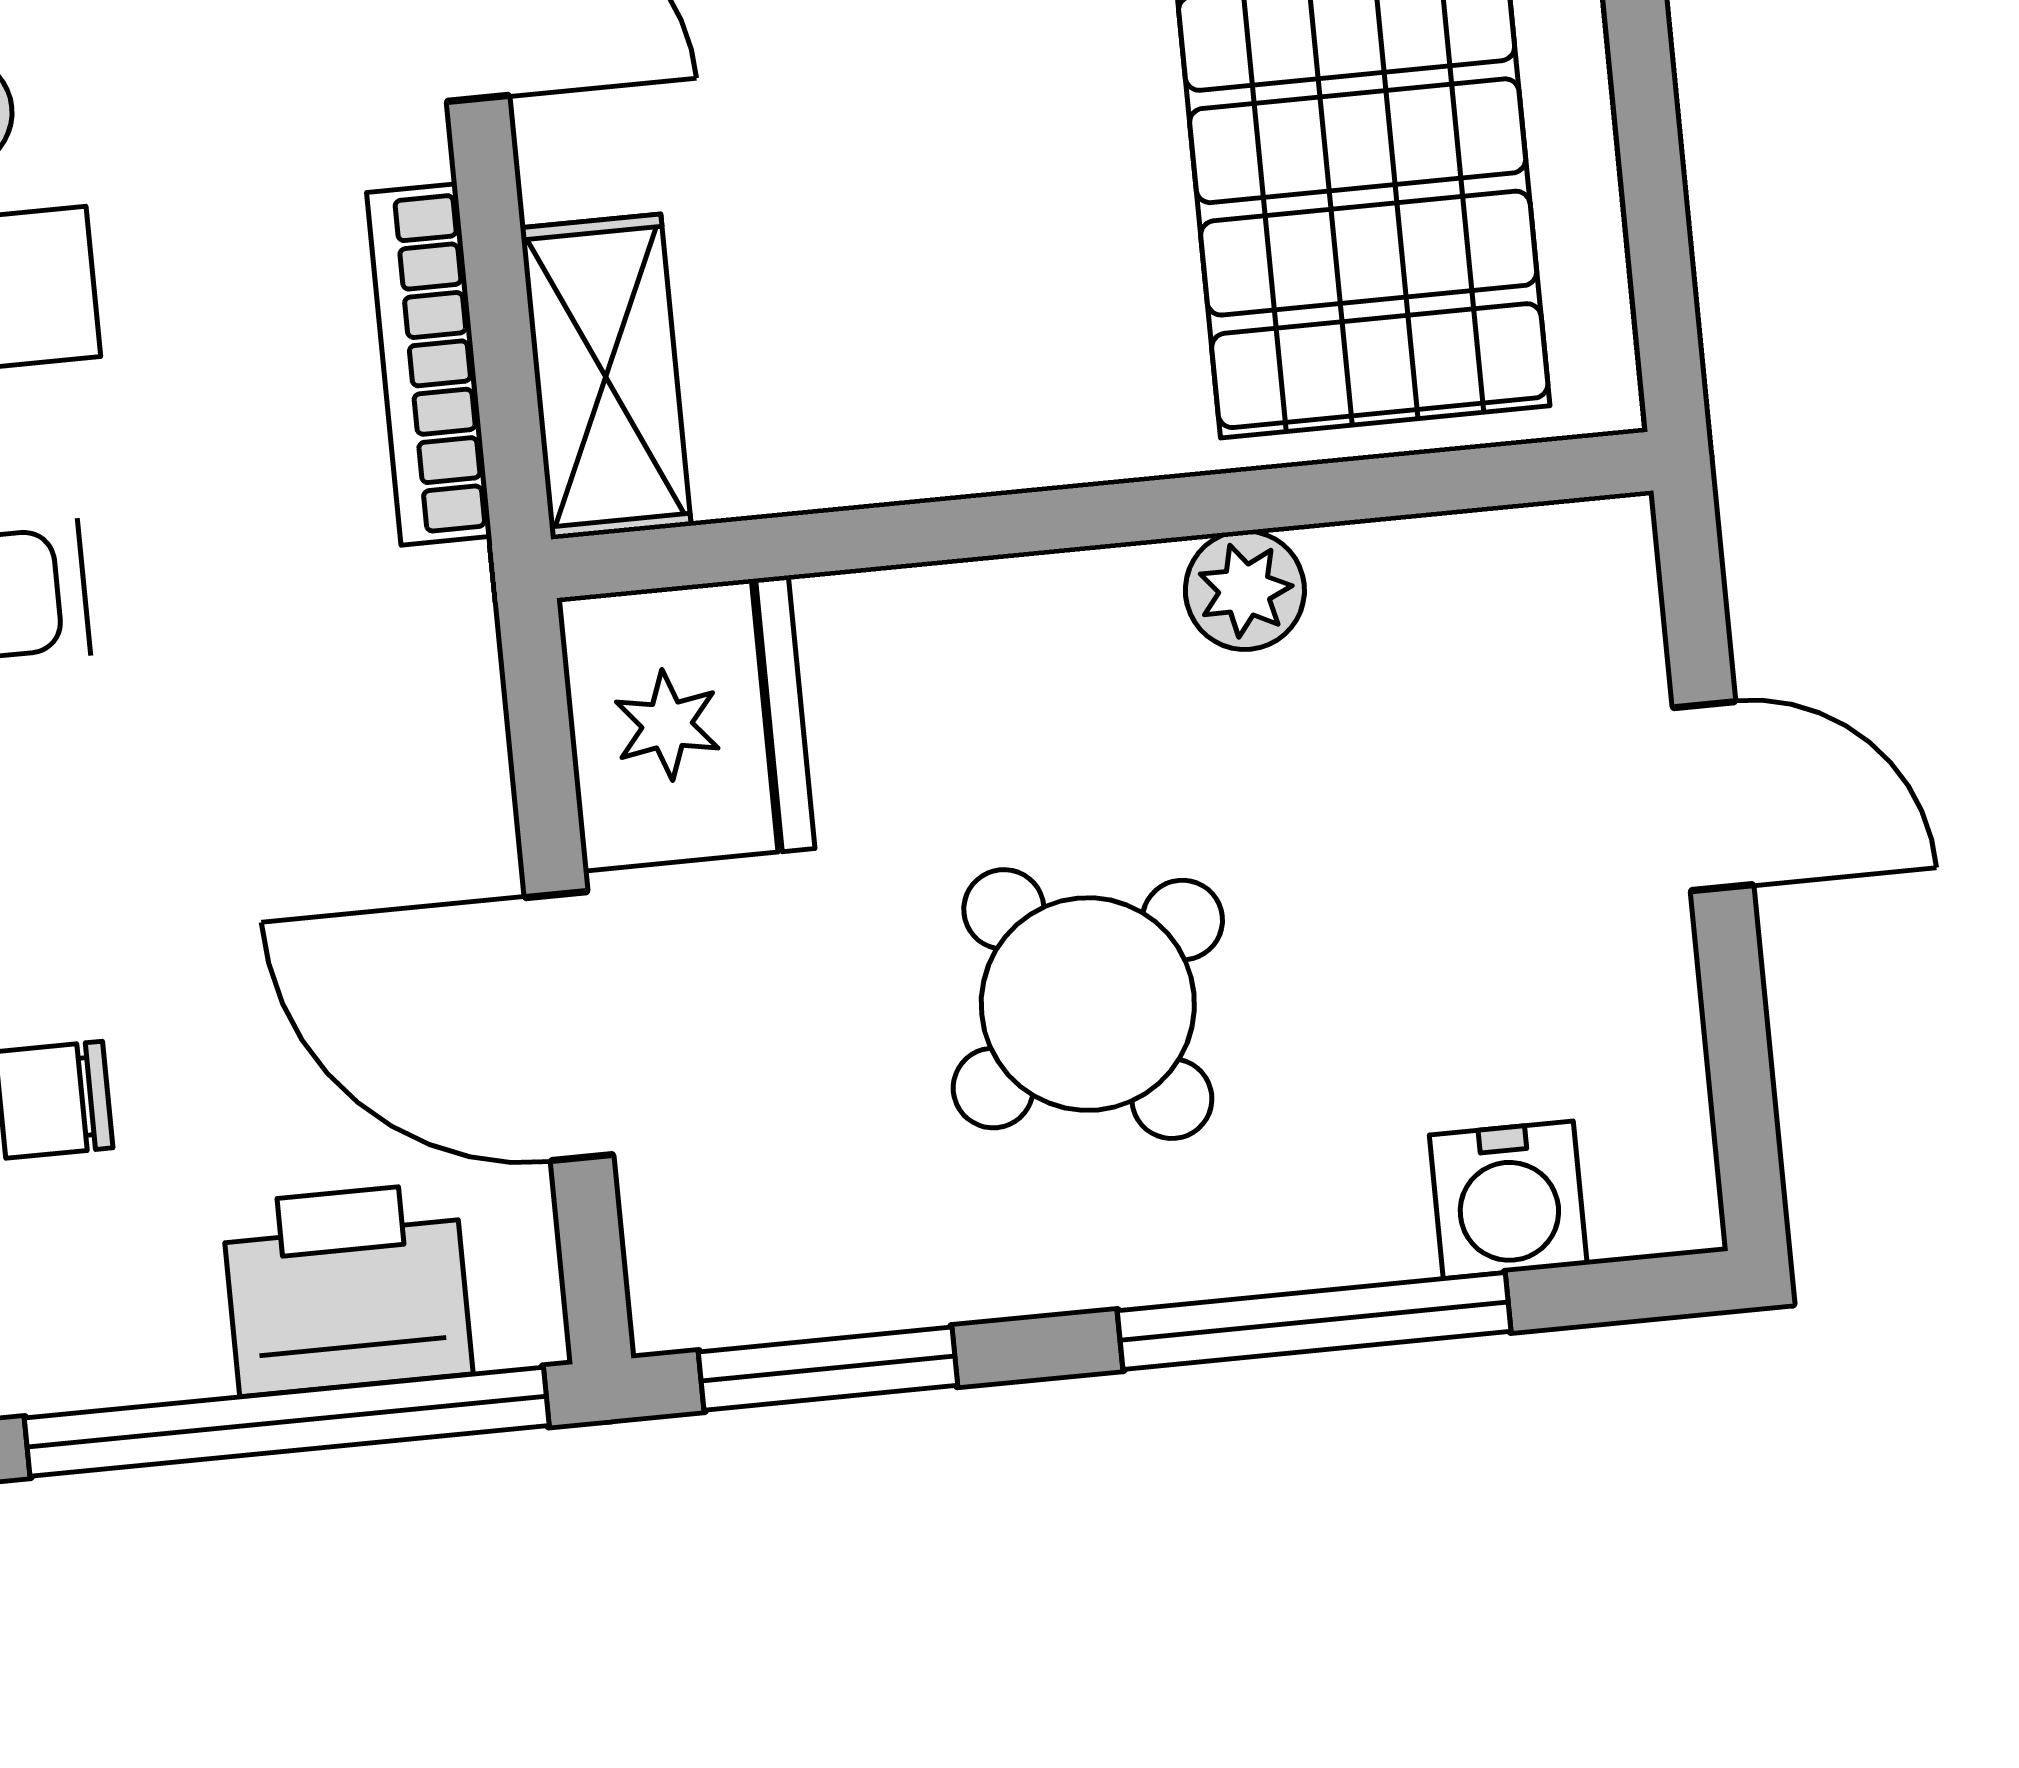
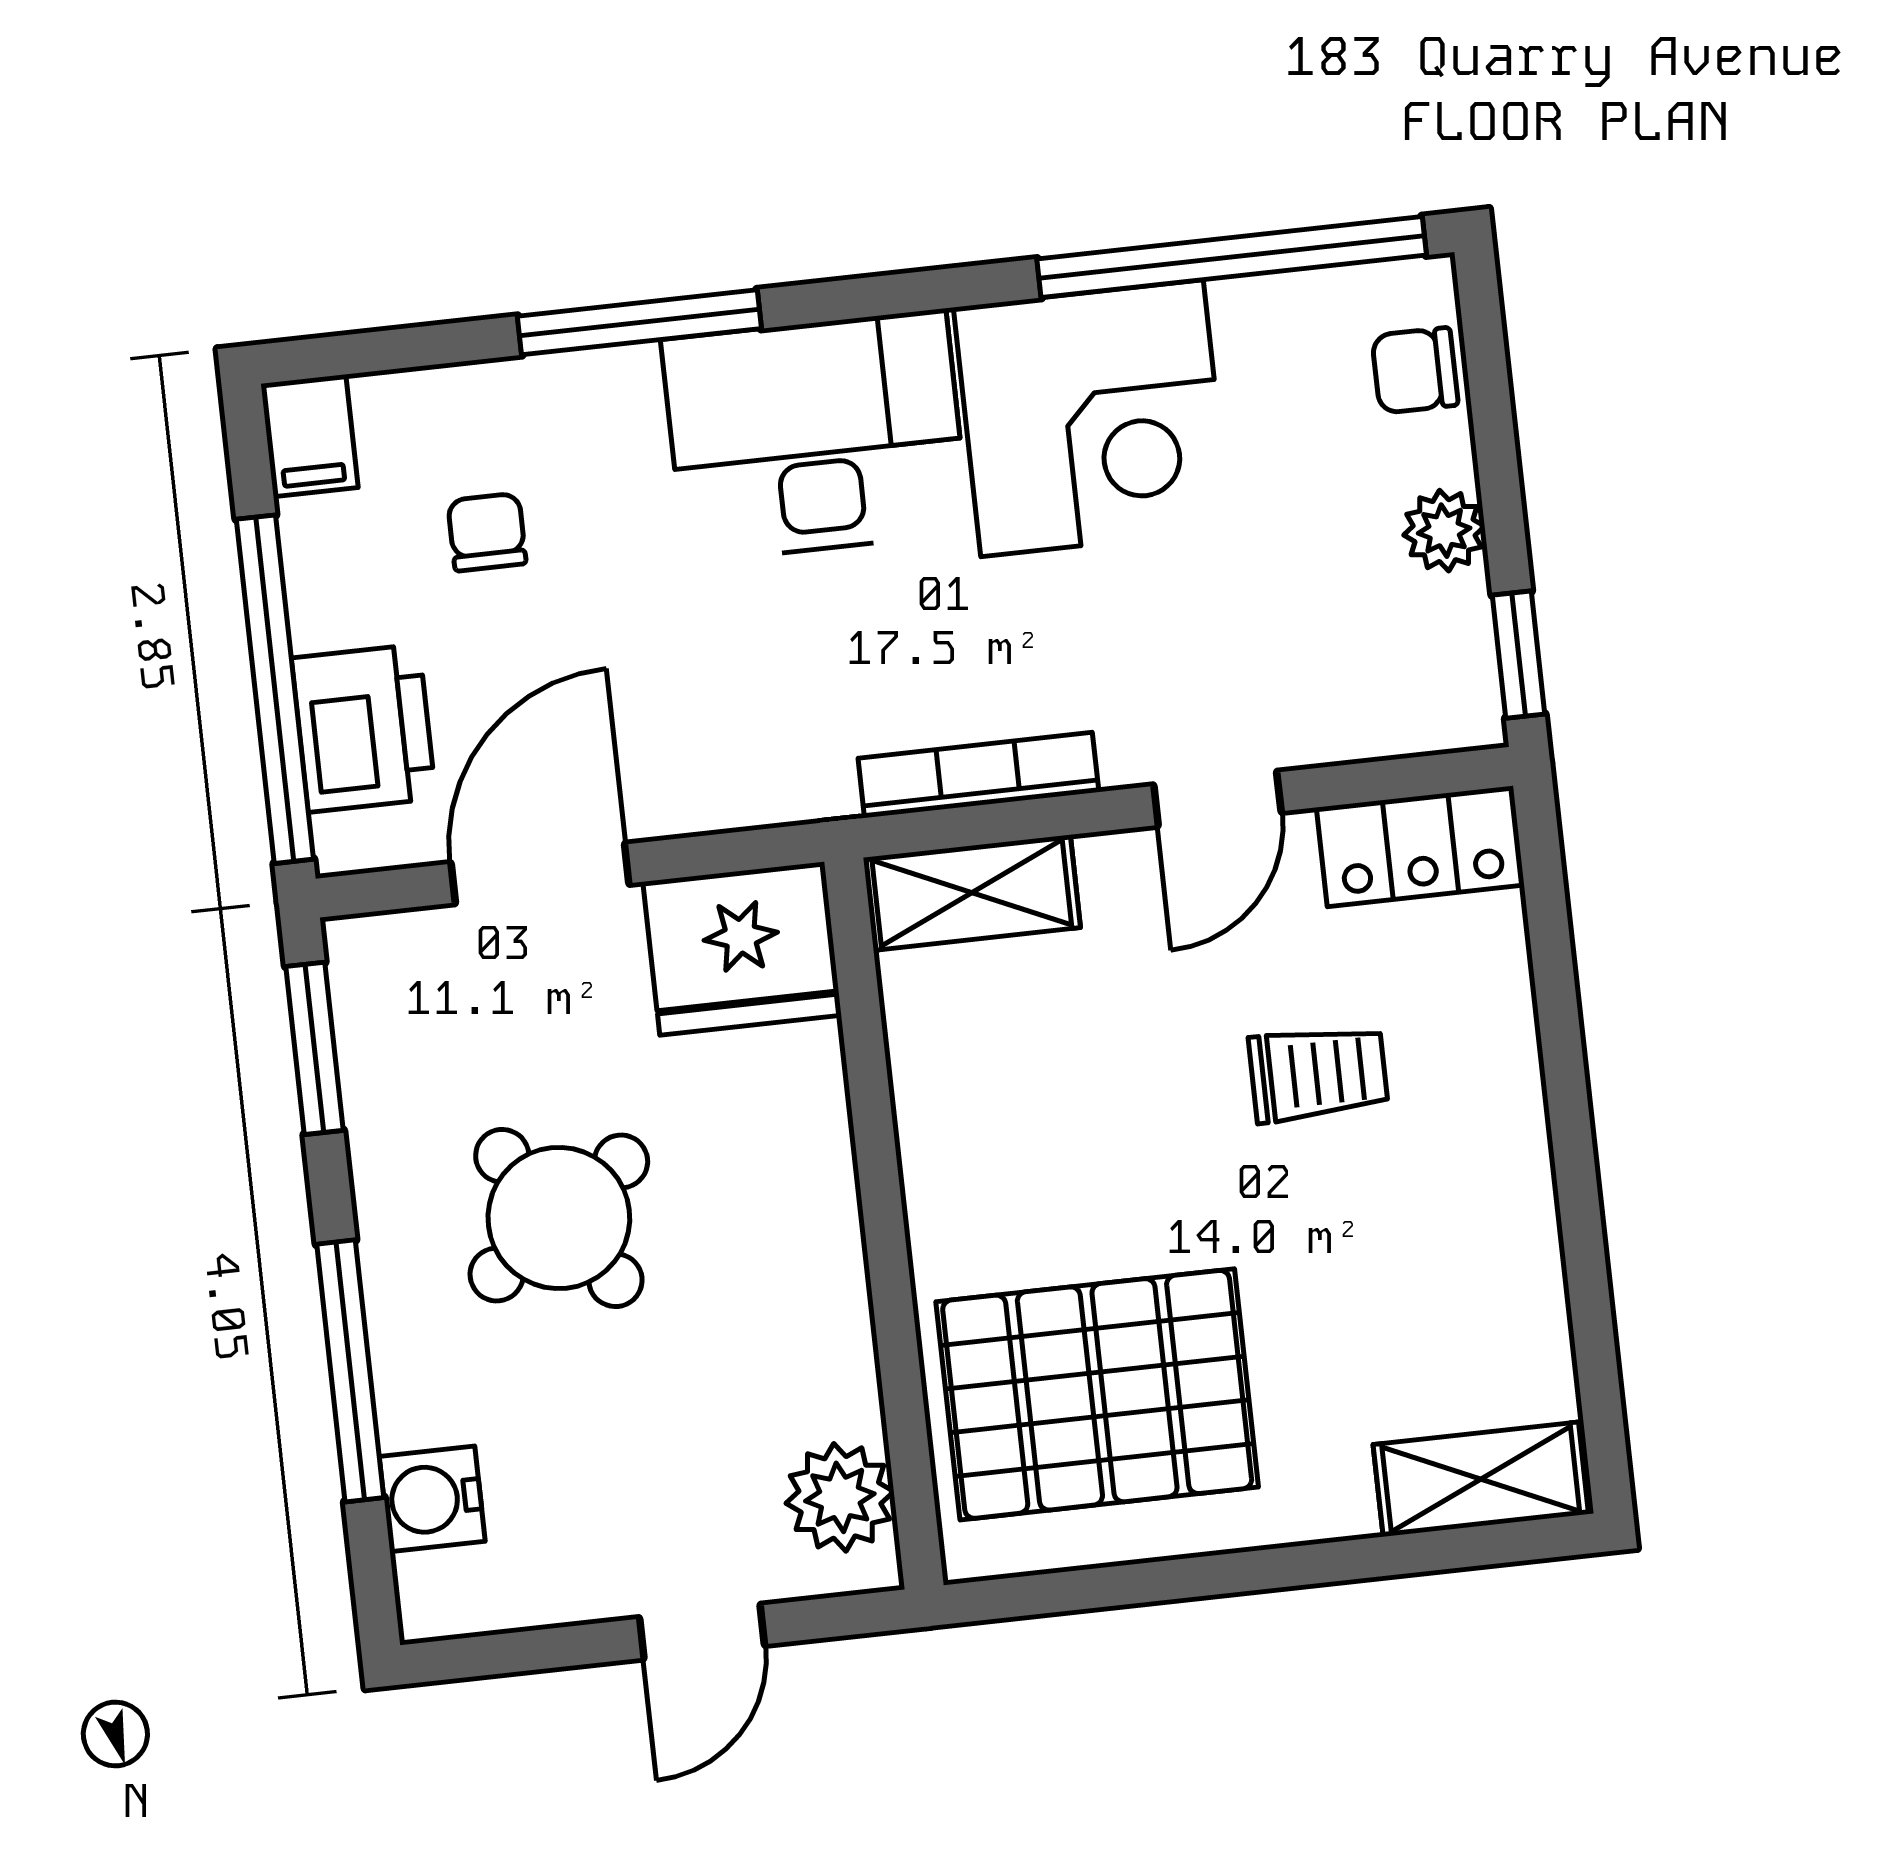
plant: (1245, 590) -> (840, 1497), moved, width x1.38, depth x1.38

